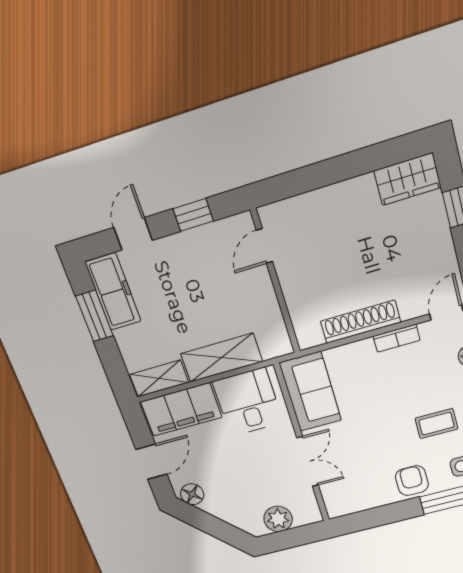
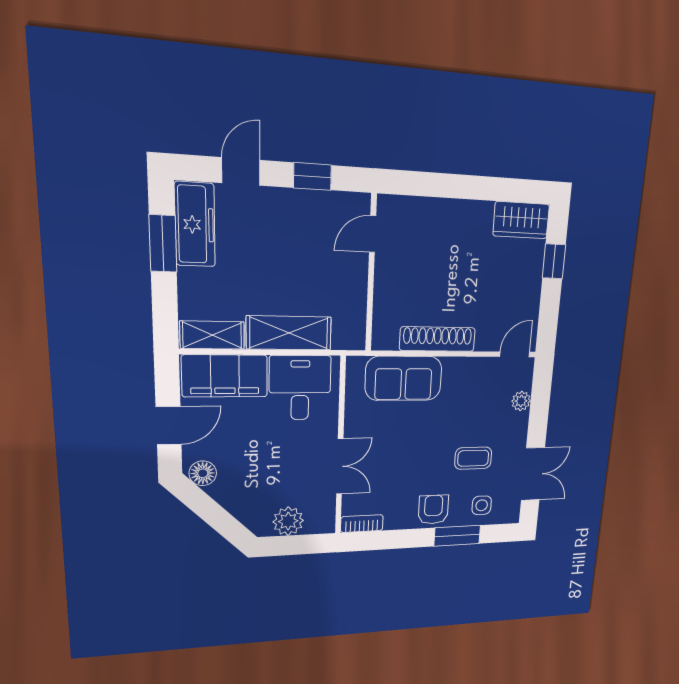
bookcase: (397, 338) -> (362, 524), moved, turned 180
sofa: (310, 392) -> (404, 378), moved, turned 90

